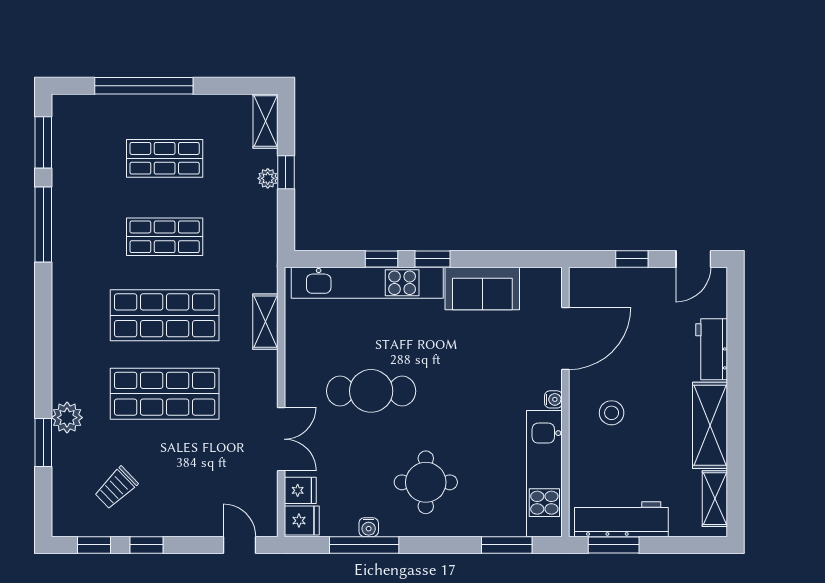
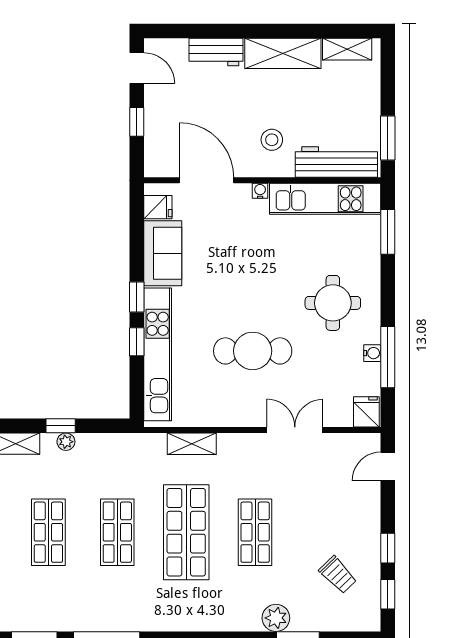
cafe table: (371, 391) -> (253, 351), turned 90
shop shelf: (165, 394) -> (255, 532), width x0.70, depth x0.74
fridge: (300, 490) -> (158, 207), moved, turned 90
workbench: (621, 519) -> (336, 162), moved, turned 90

